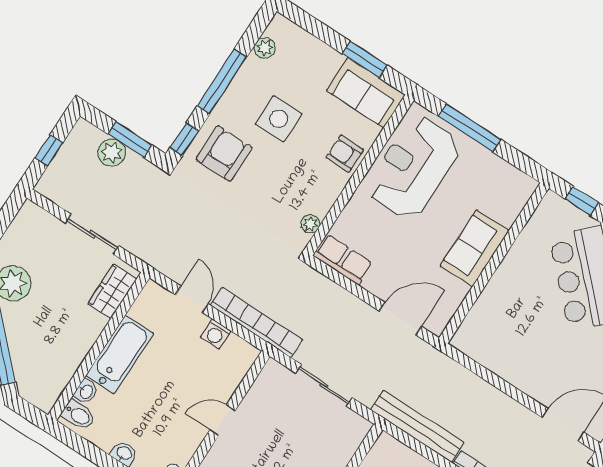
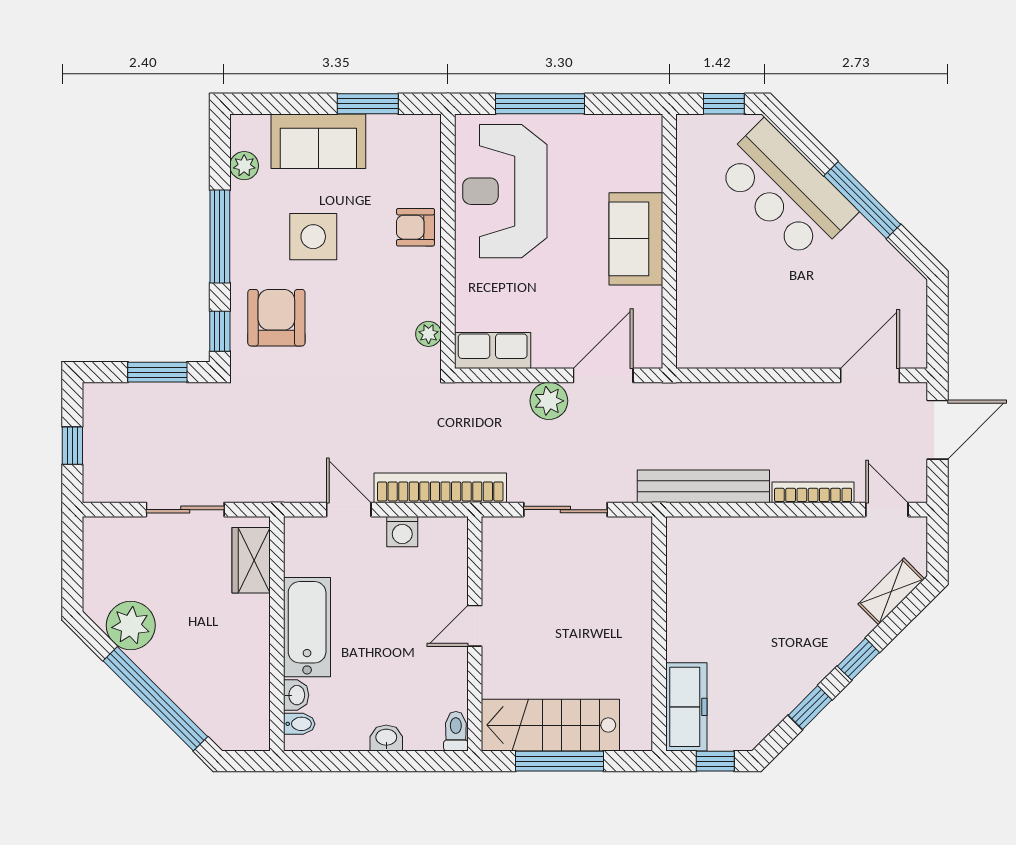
sofa: (366, 93) -> (318, 141), moved
plant: (112, 153) -> (549, 401), moved
bidet: (78, 415) -> (299, 724), width x0.72, depth x0.74

